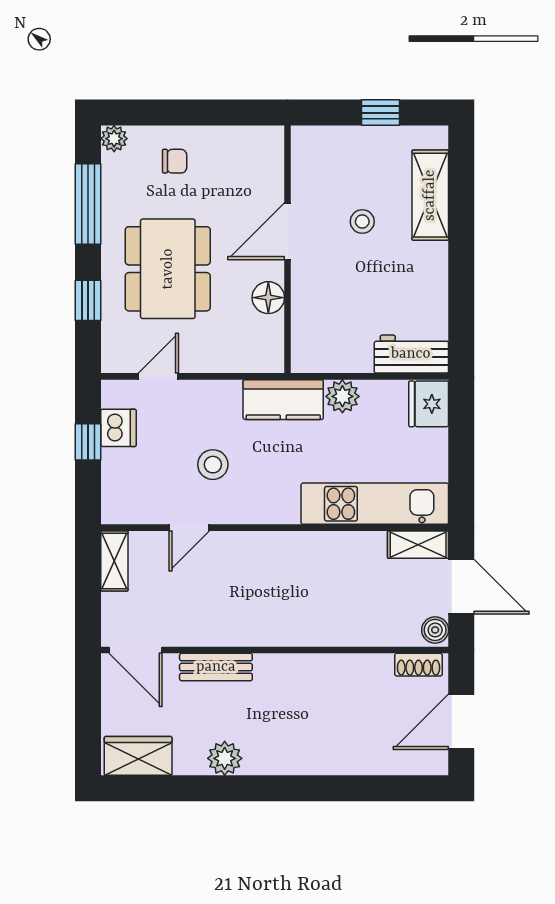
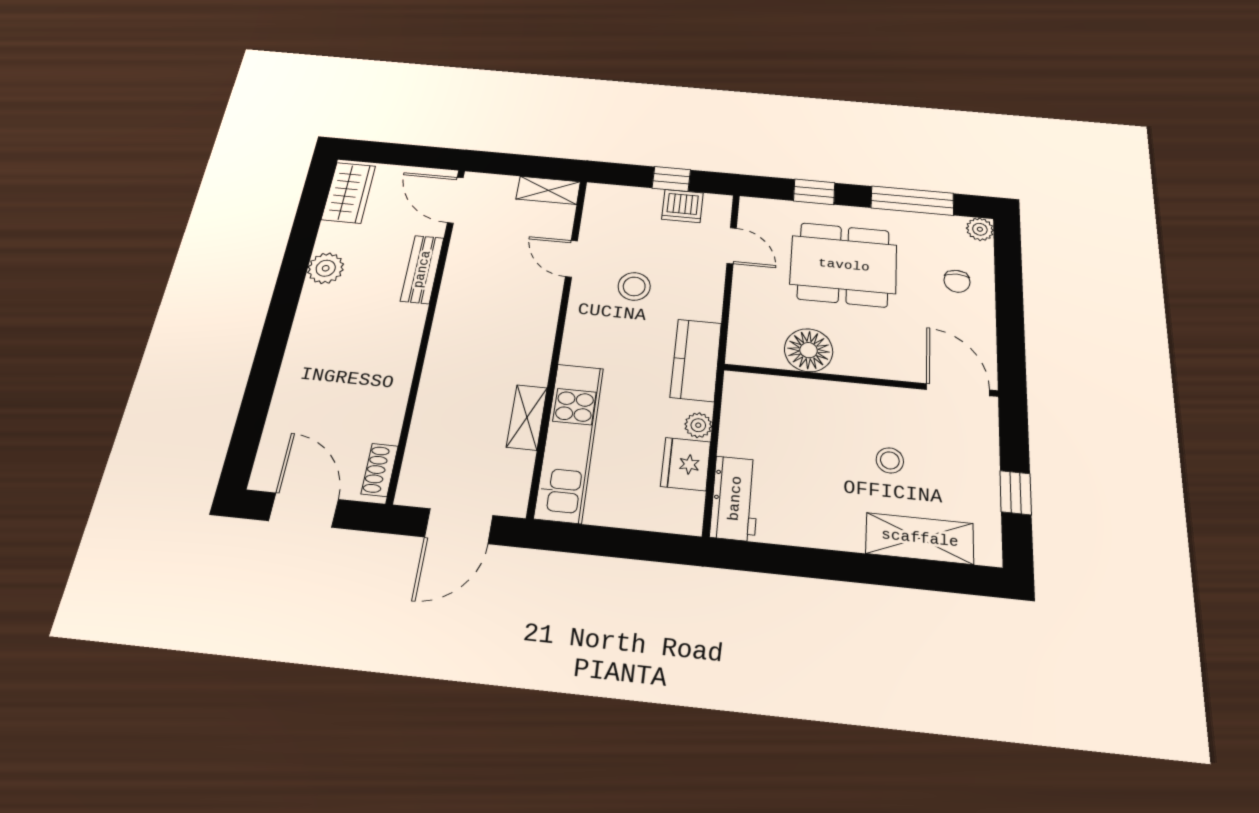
door: (288, 231) -> (958, 390), moved
floor lamp: (268, 298) -> (809, 350), width x1.38, depth x1.38
plant: (342, 396) -> (698, 425), width x0.73, depth x0.73
fridge: (429, 404) -> (686, 464), moved, turned -90
shelving: (418, 545) -> (527, 417), moved
boiler: (435, 630) -> (415, 492), removed
door: (136, 650) -> (455, 200), hinge flipped

